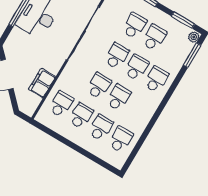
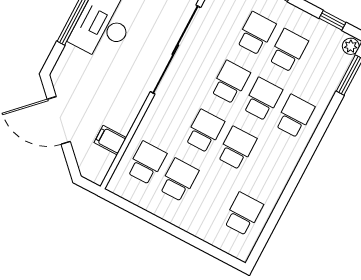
window: (183, 20) -> (333, 20), width x0.67
filing cabinet: (42, 83) -> (110, 140), width x0.50
school desk: (101, 128) -> (211, 197), removed

